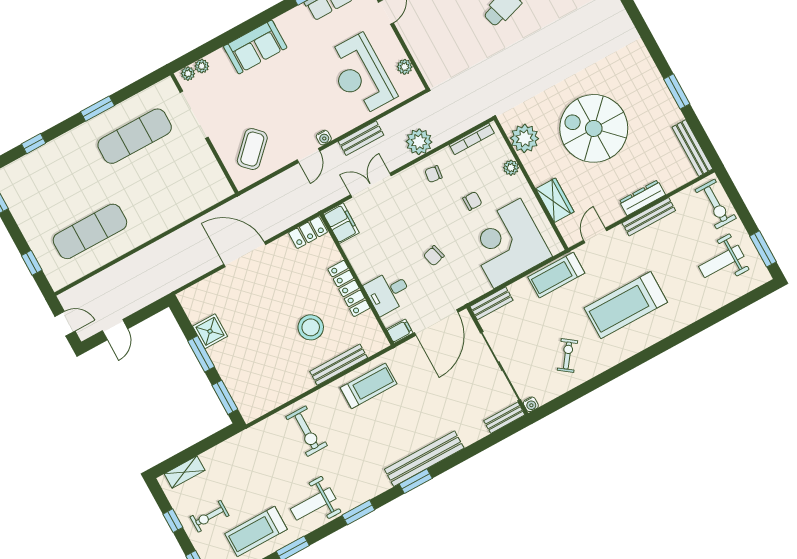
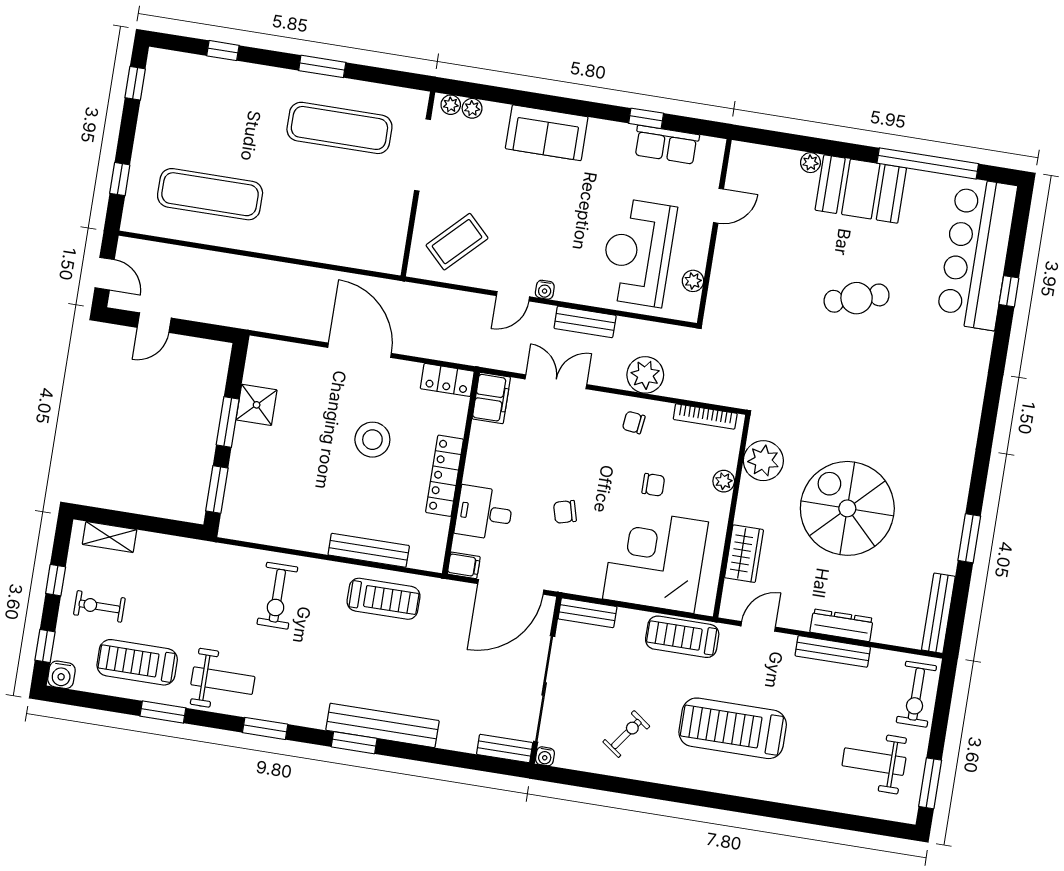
stool: (311, 327) -> (372, 440), moved
weight bench: (313, 504) -> (223, 681), turned 180

